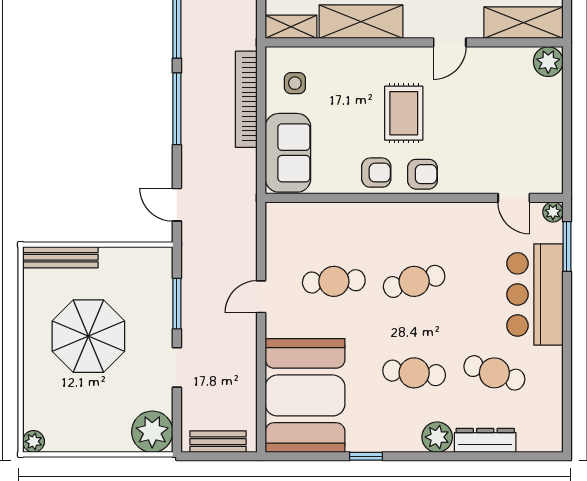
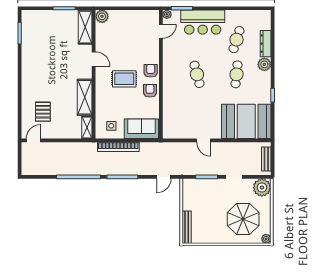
cafe table: (334, 281) -> (197, 109), removed
parasol: (88, 336) -> (243, 219), moved

